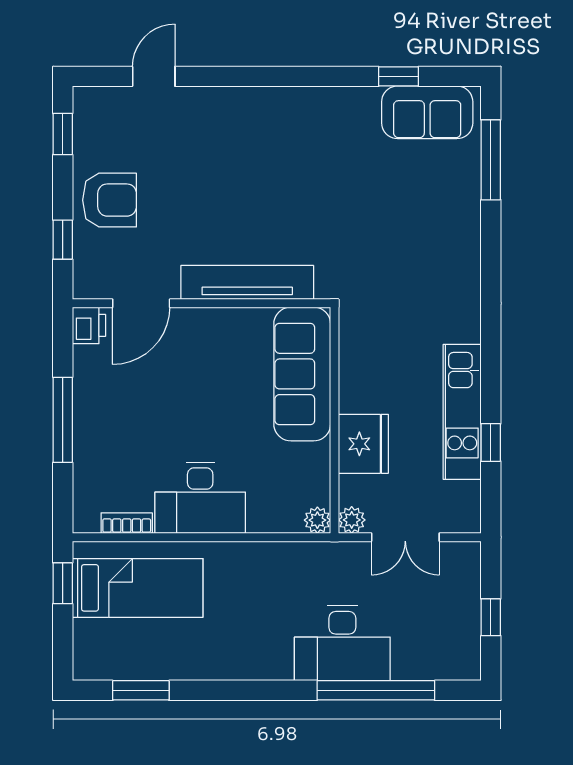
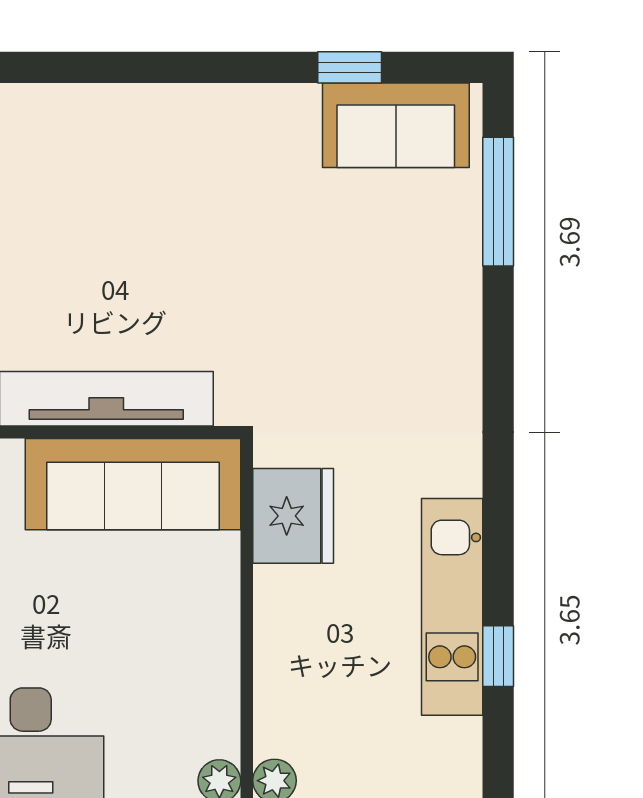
sofa: (302, 374) -> (133, 484), moved, turned -90
fridge: (363, 444) -> (293, 516), moved

